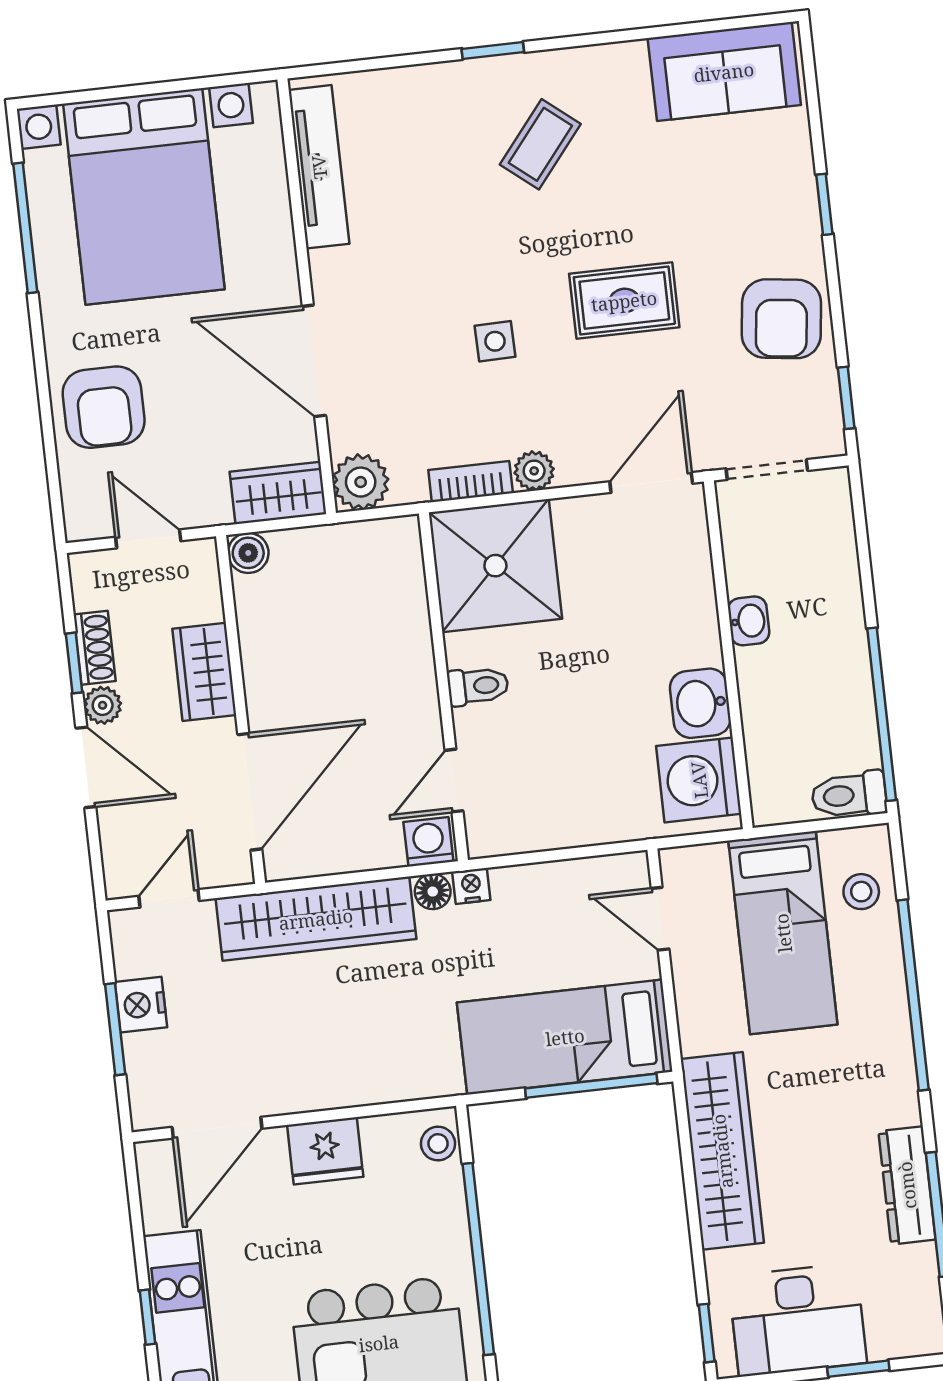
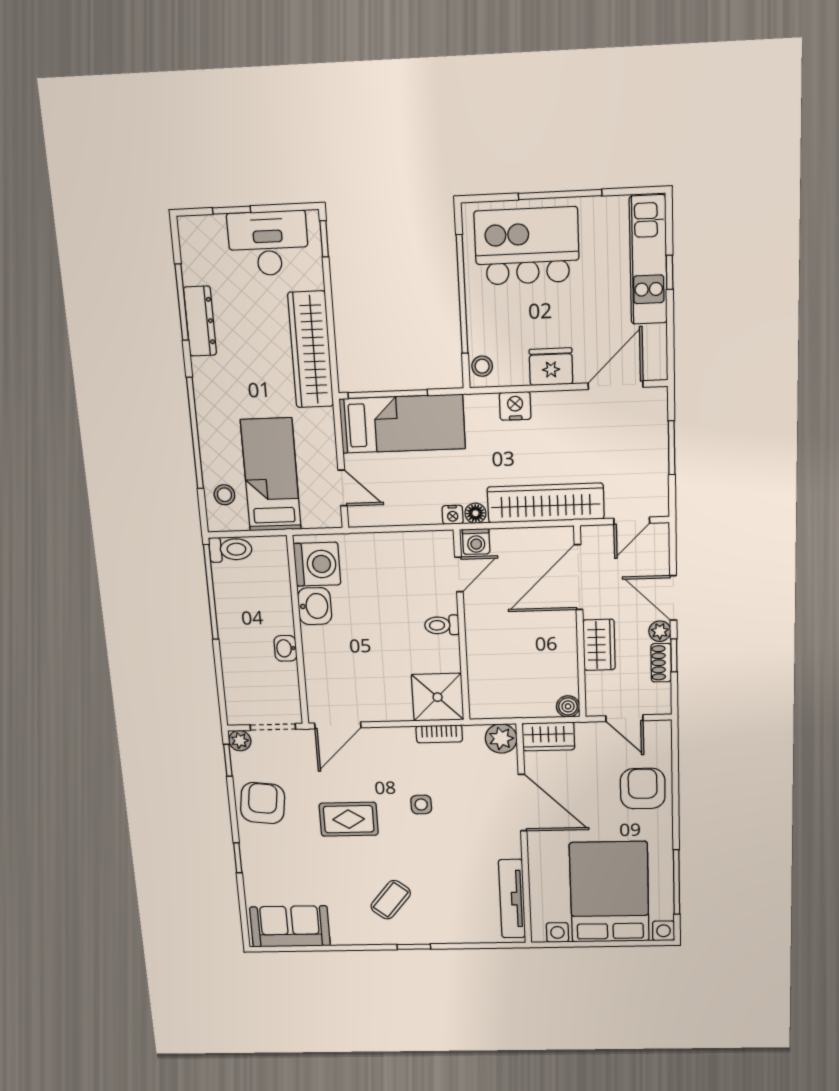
plant: (534, 471) -> (240, 741), moved
shower: (495, 566) -> (438, 697), width x0.73, depth x0.73
nightstand: (141, 1005) -> (515, 406), moved, turned -90

